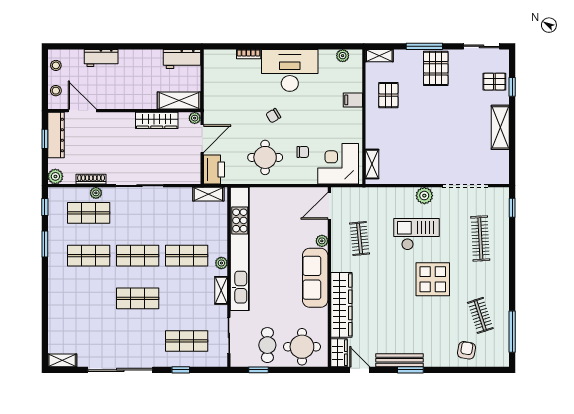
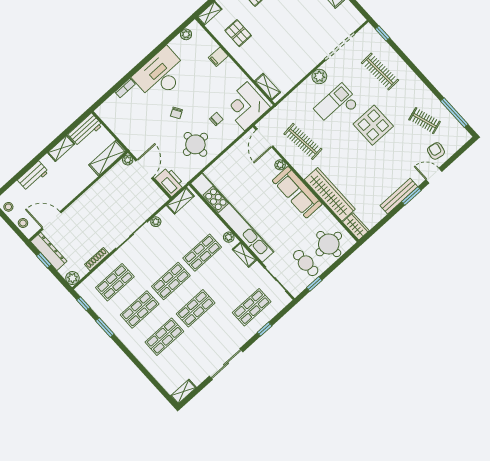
shelving: (147, 56) -> (61, 148), added
wardrobe: (157, 120) -> (105, 184), removed
plant: (96, 193) -> (156, 222), moved
clothes rail: (360, 238) -> (303, 141), width x1.36
shop shelf: (89, 298) -> (164, 337), added
sliding door: (120, 370) -> (226, 364), width x0.73
door: (360, 370) -> (434, 176), moved

